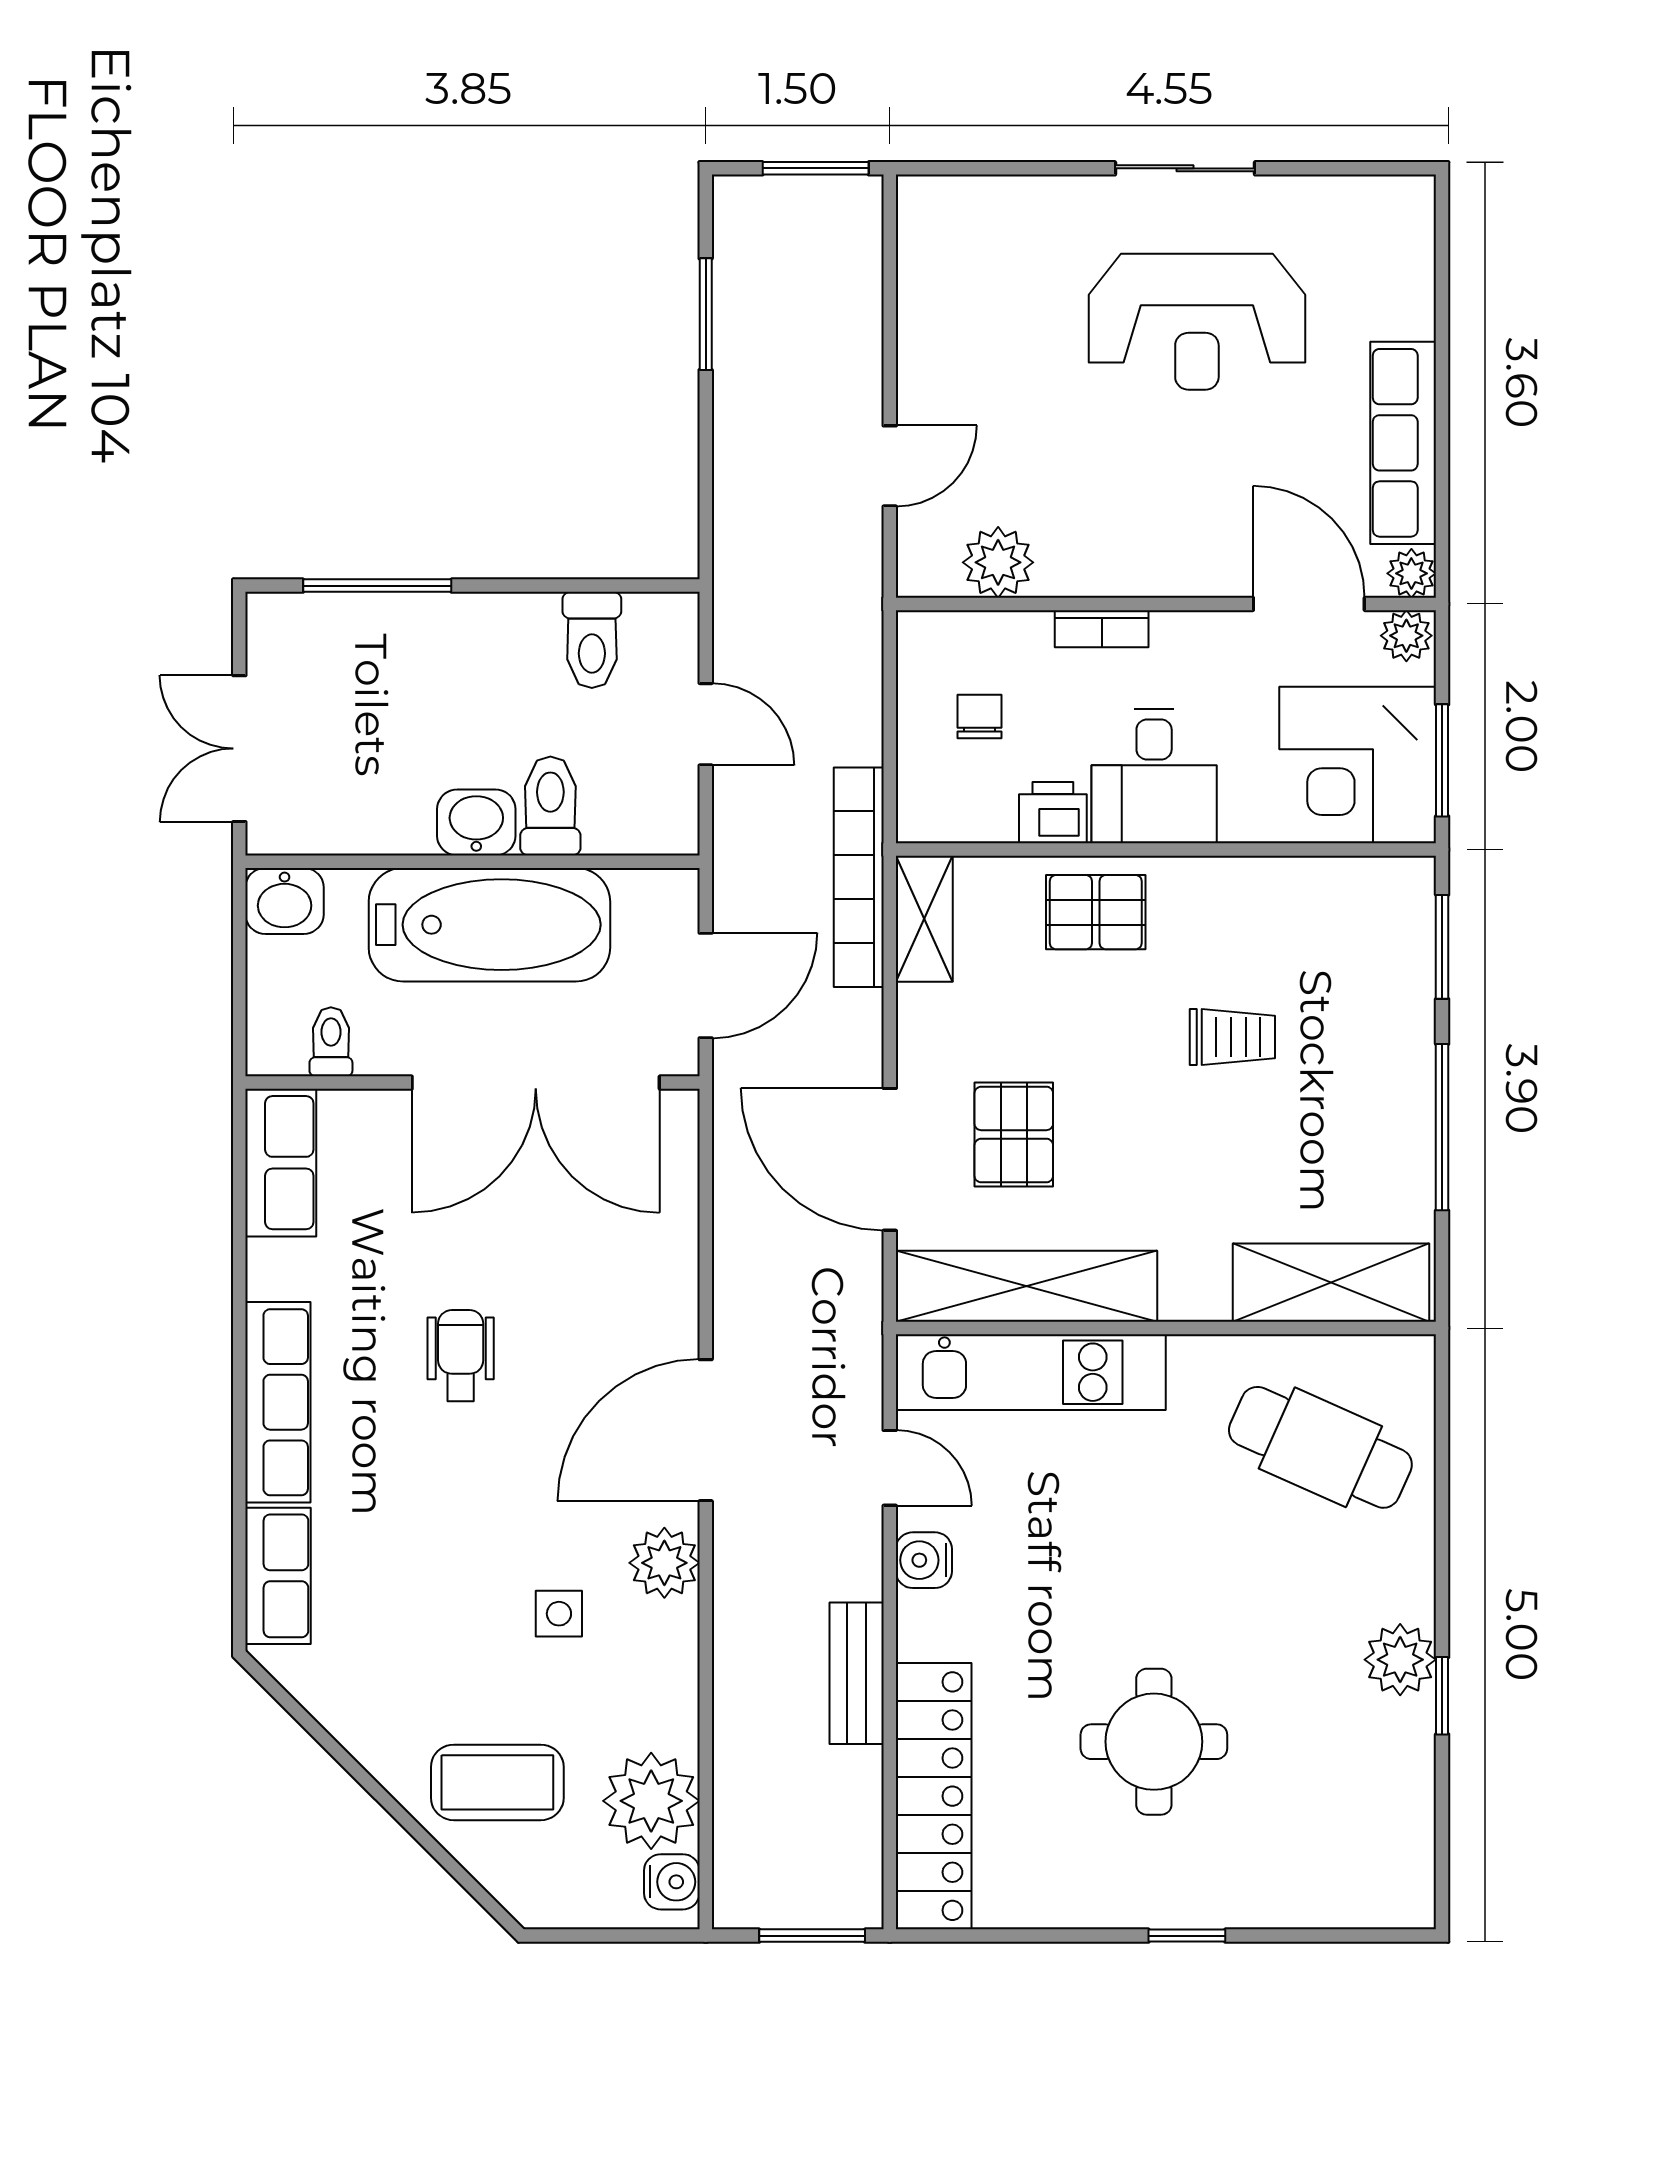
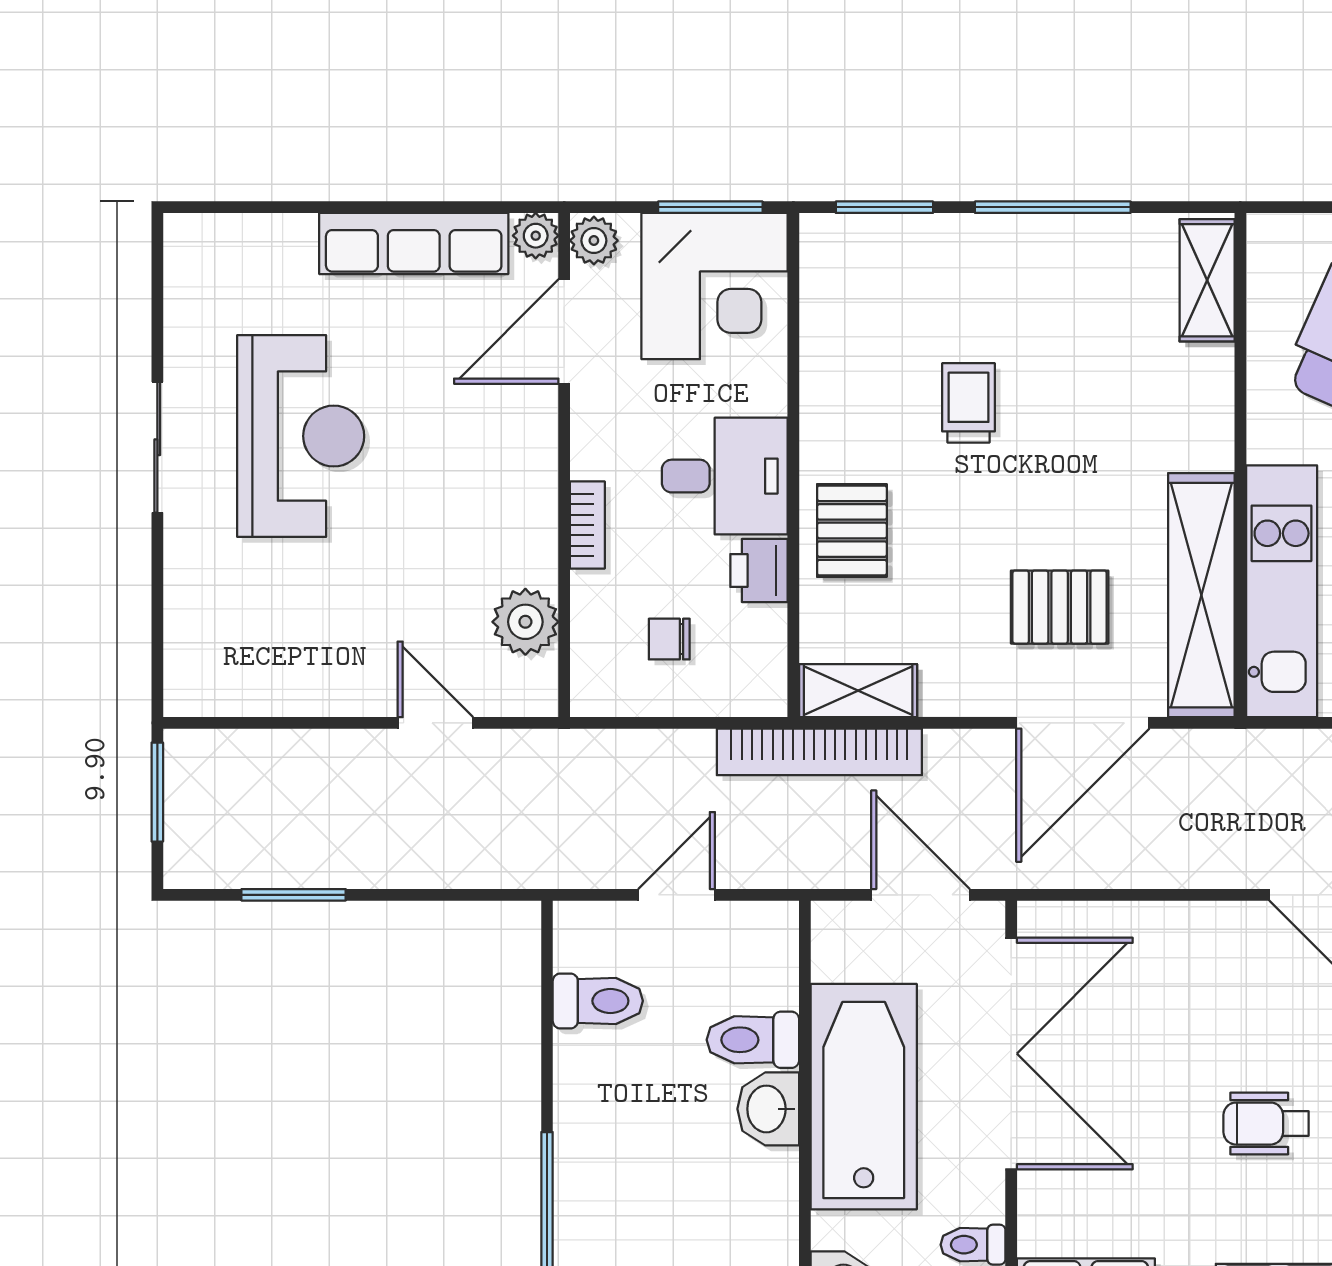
shelving: (1331, 1283) -> (1207, 280), width x0.67, depth x0.75

